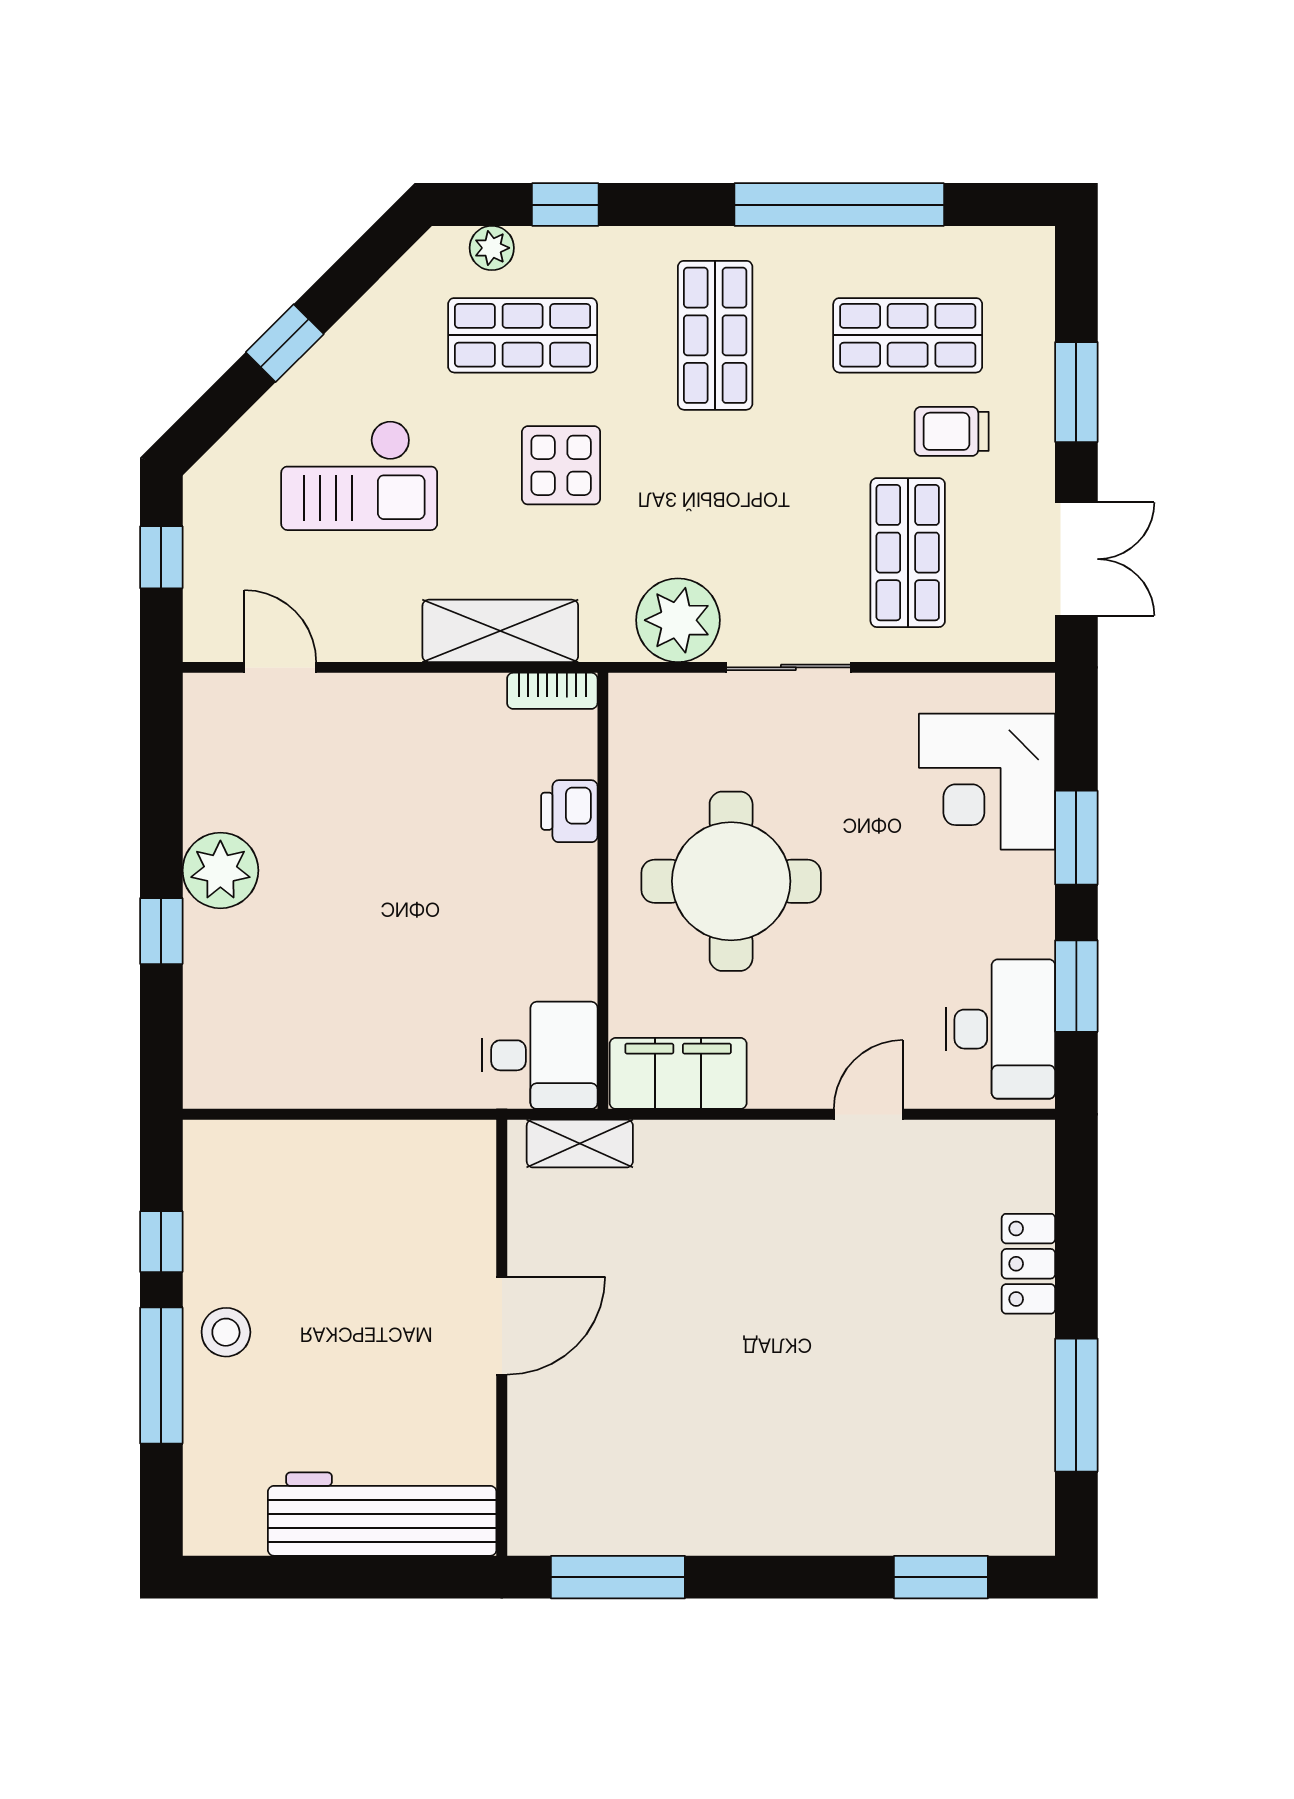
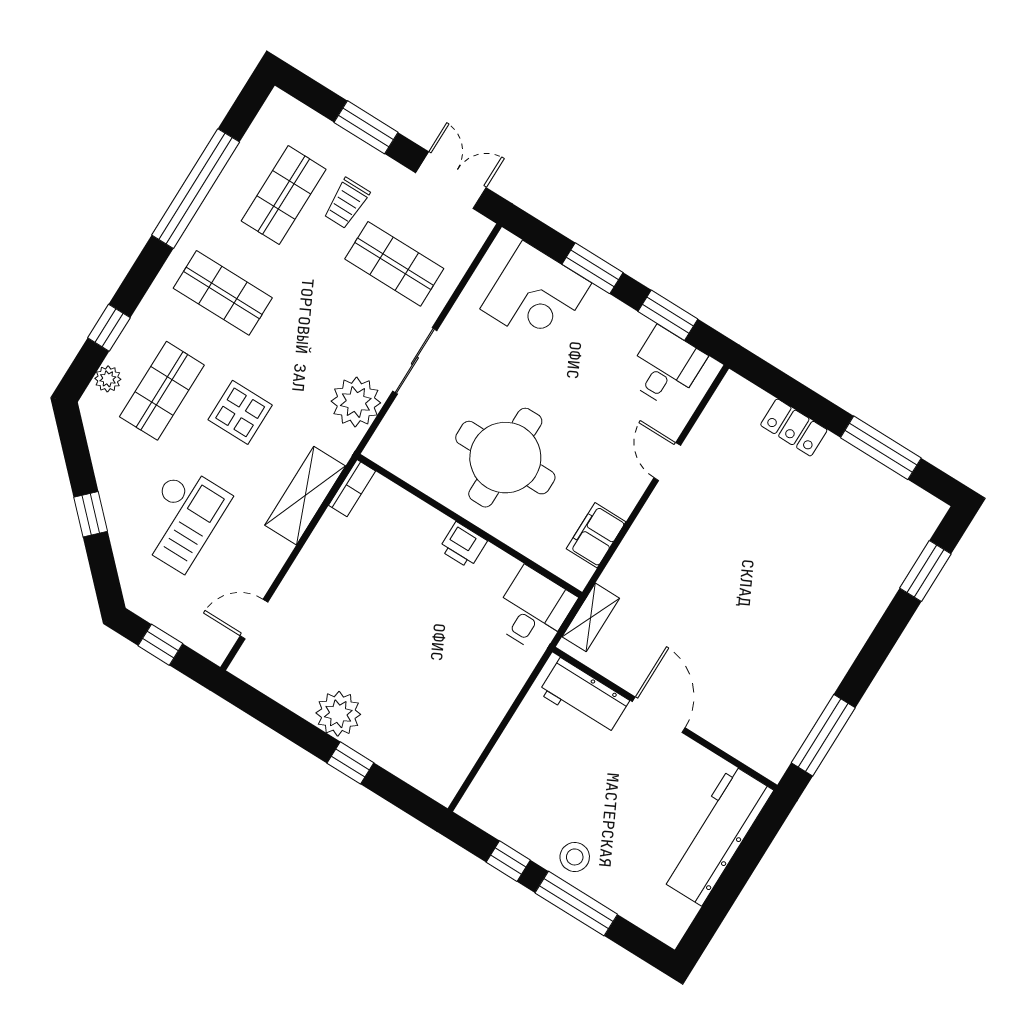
printer: (569, 811) -> (463, 545), moved
desk: (1000, 1029) -> (666, 367), width x0.73
filing cabinet: (678, 1073) -> (596, 535), width x0.67, depth x0.86
workbench: (461, 1204) -> (584, 697), added

